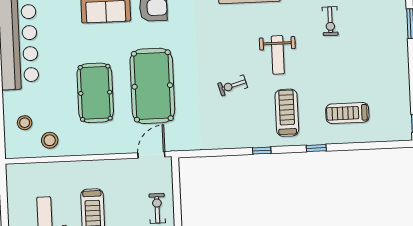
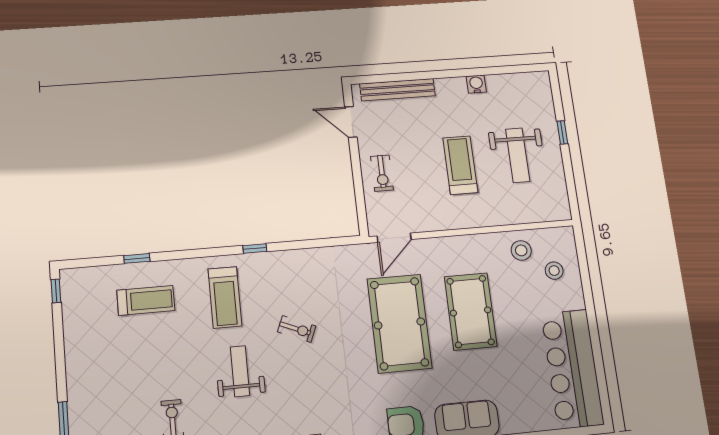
exercise bike: (233, 85) -> (297, 329), turned 39
window: (316, 148) -> (137, 258), moved

